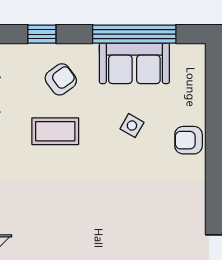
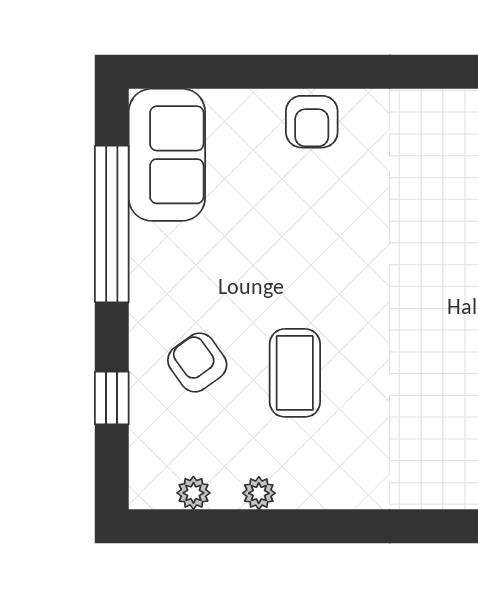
sofa: (134, 63) -> (167, 155), moved
side table: (132, 126) -> (284, 228), removed

